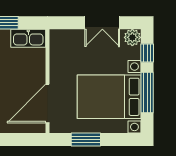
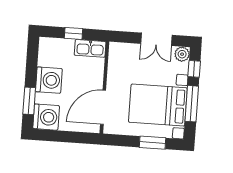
window: (86, 140) -> (153, 143), moved

